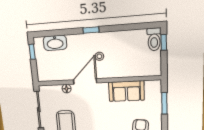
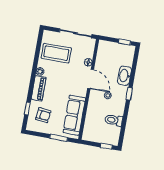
toilet: (154, 39) -> (114, 120), moved
washbasin: (55, 43) -> (124, 76), moved
sofa: (126, 91) -> (74, 115), width x1.36

